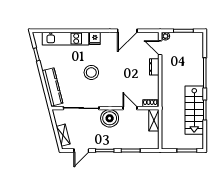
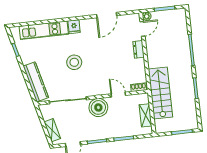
door: (160, 48) -> (142, 29), swing flipped
stairs: (194, 110) -> (160, 93), moved, turned 180
shelving: (154, 120) -> (145, 115), moved

